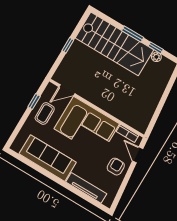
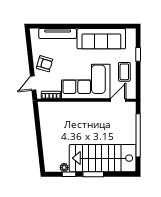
window: (68, 45) -> (138, 135), width x3.17
window: (34, 101) -> (138, 54), moved
door: (138, 155) -> (33, 83), swing flipped
armchair: (116, 167) -> (45, 64), turned -74

